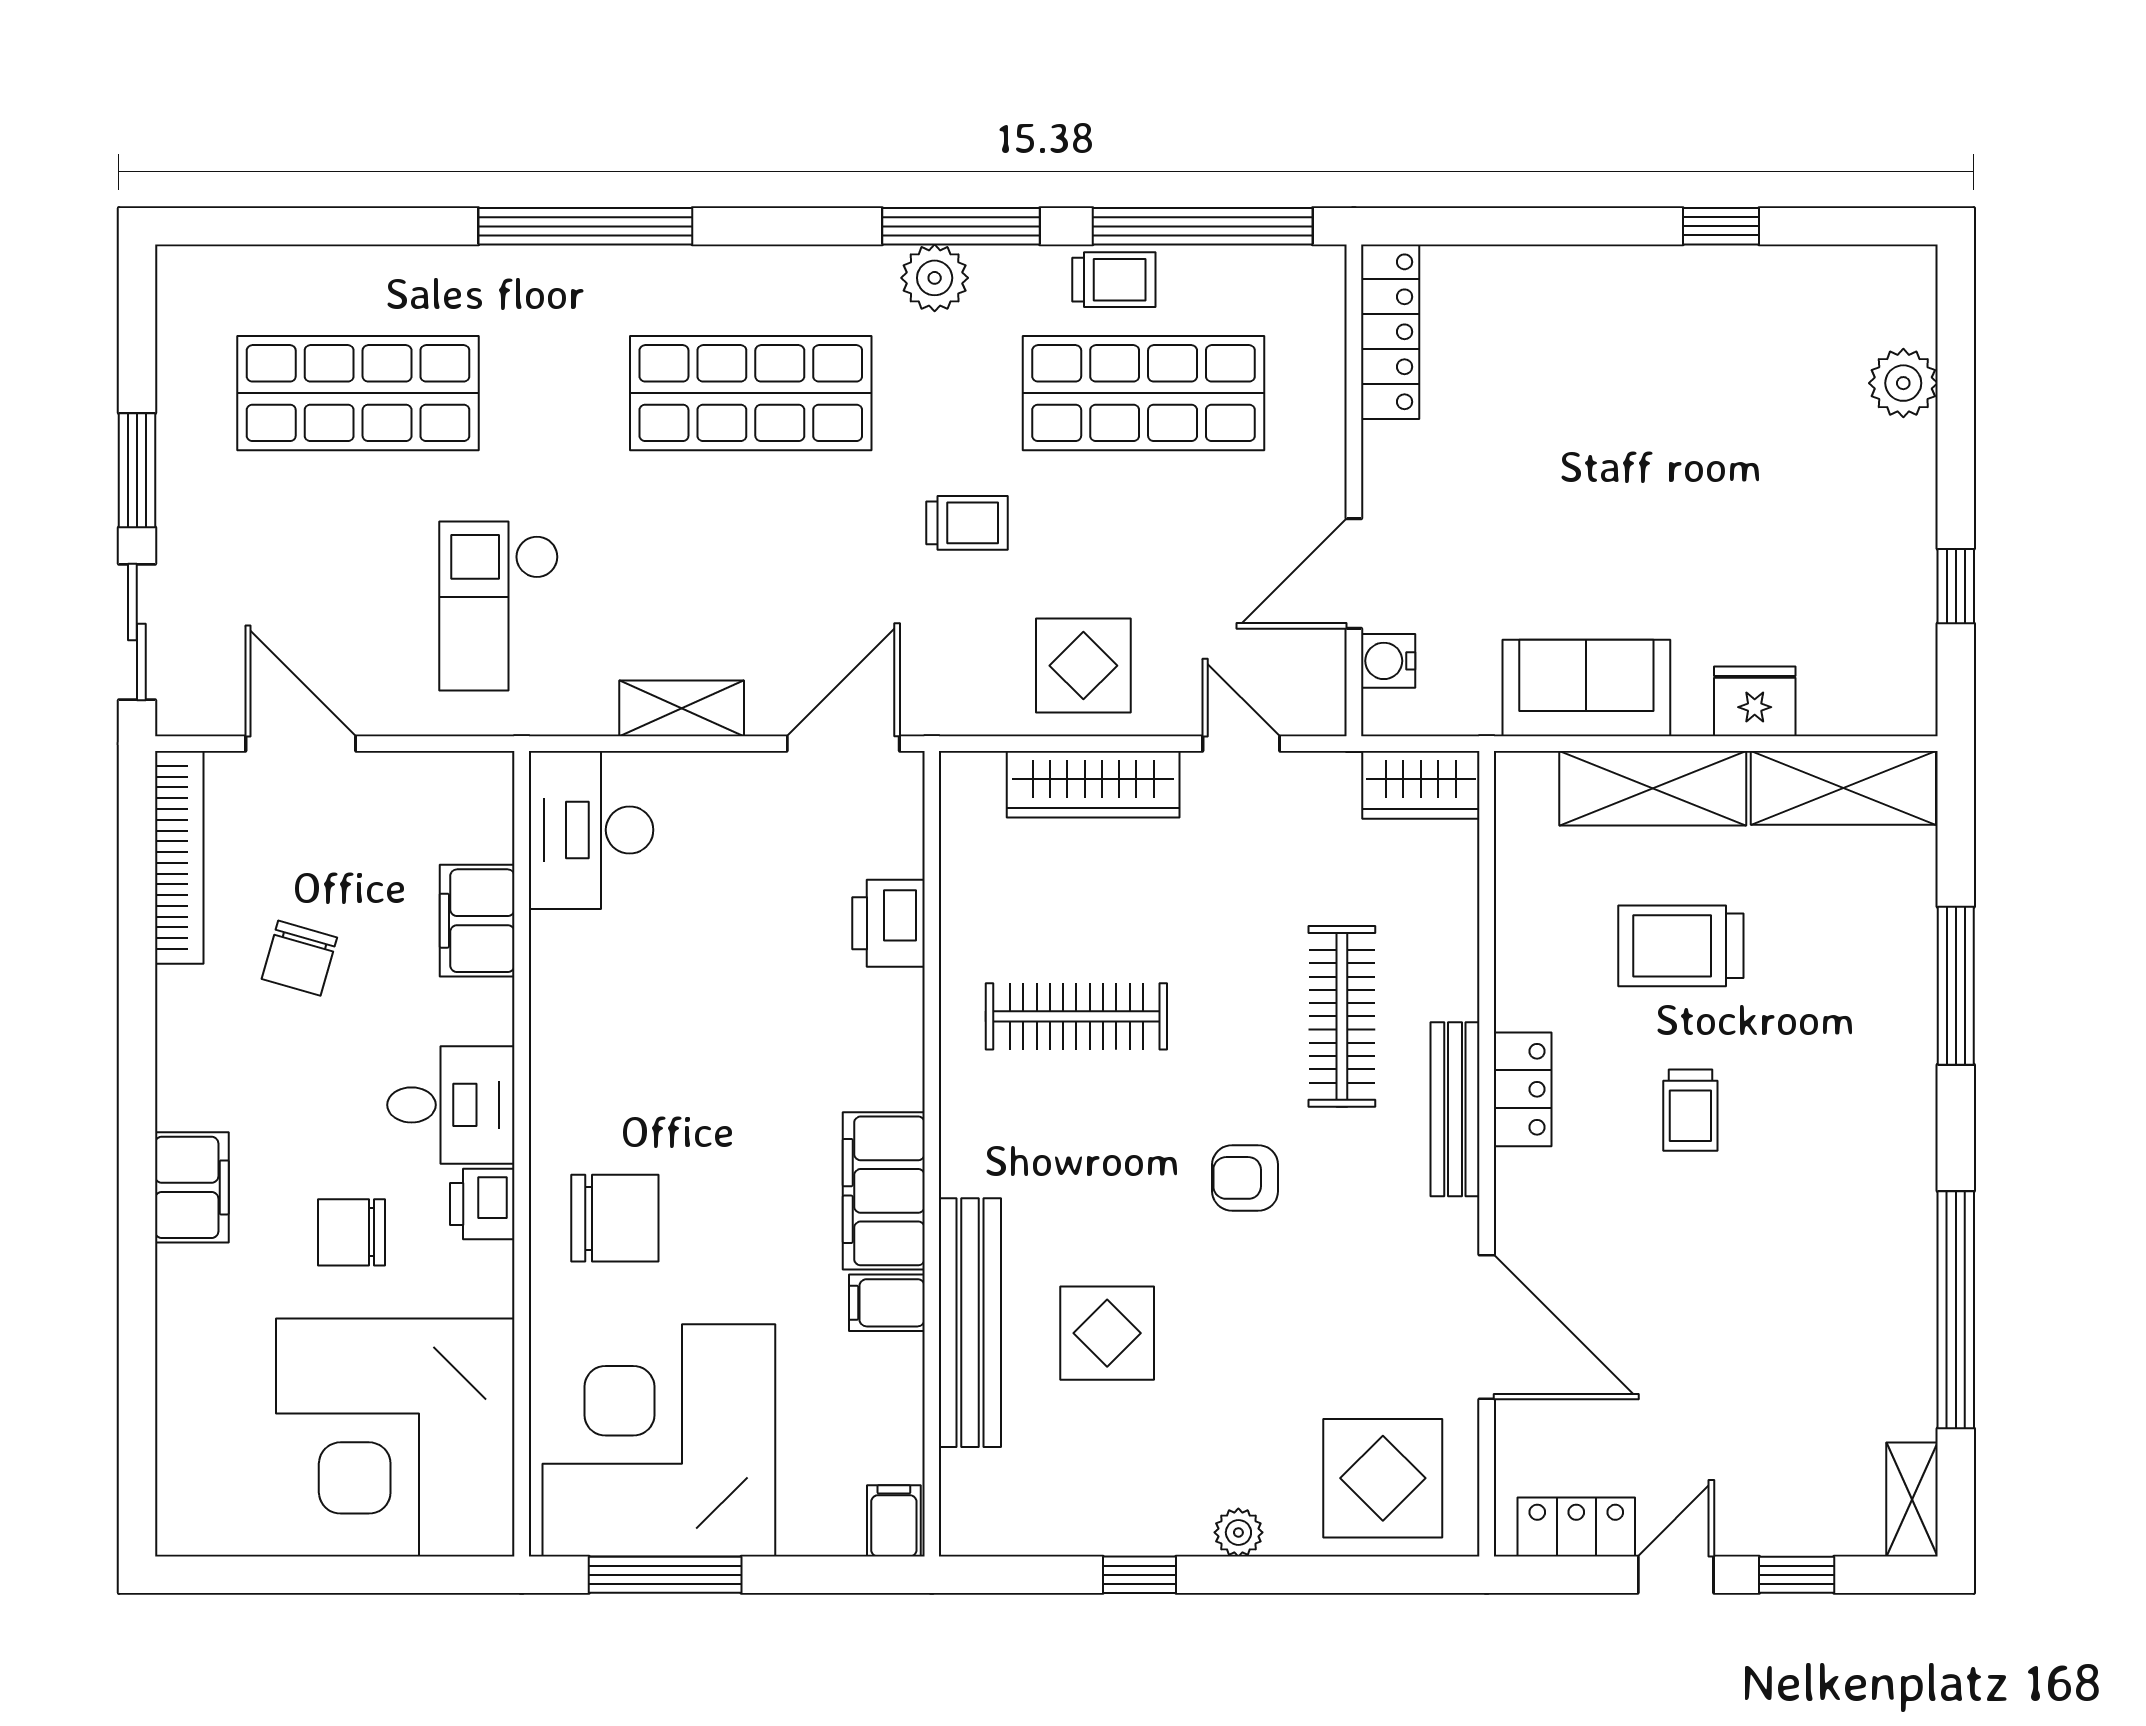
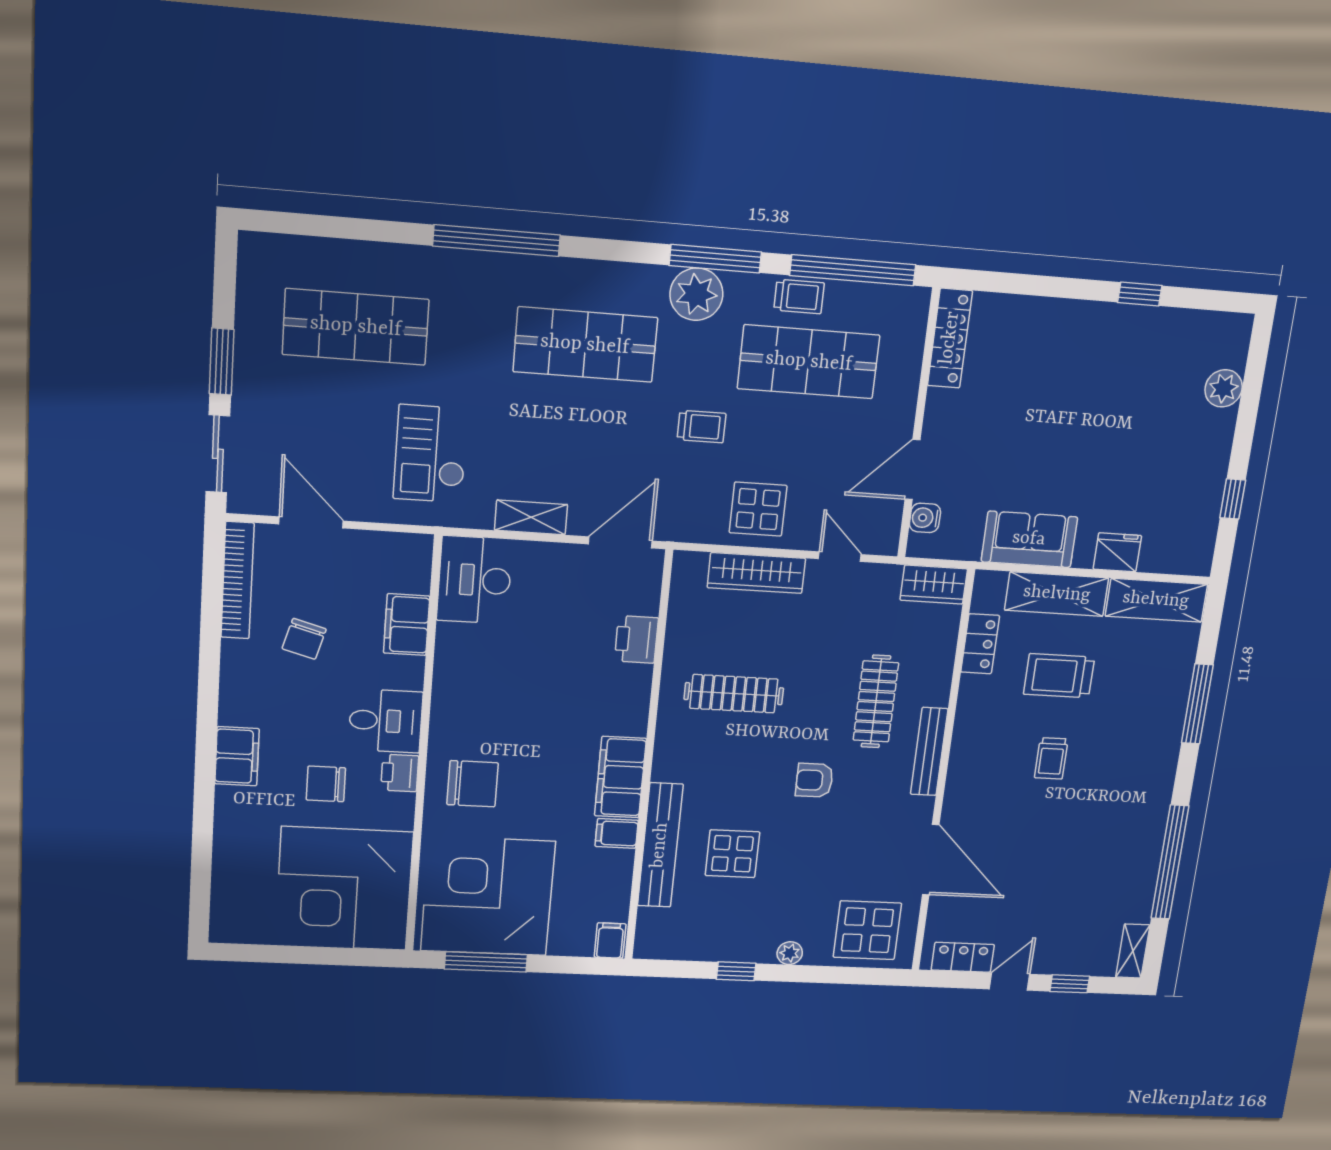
plant: (935, 278) -> (696, 294), width x1.36, depth x1.36
locker: (1523, 1089) -> (980, 644), moved

